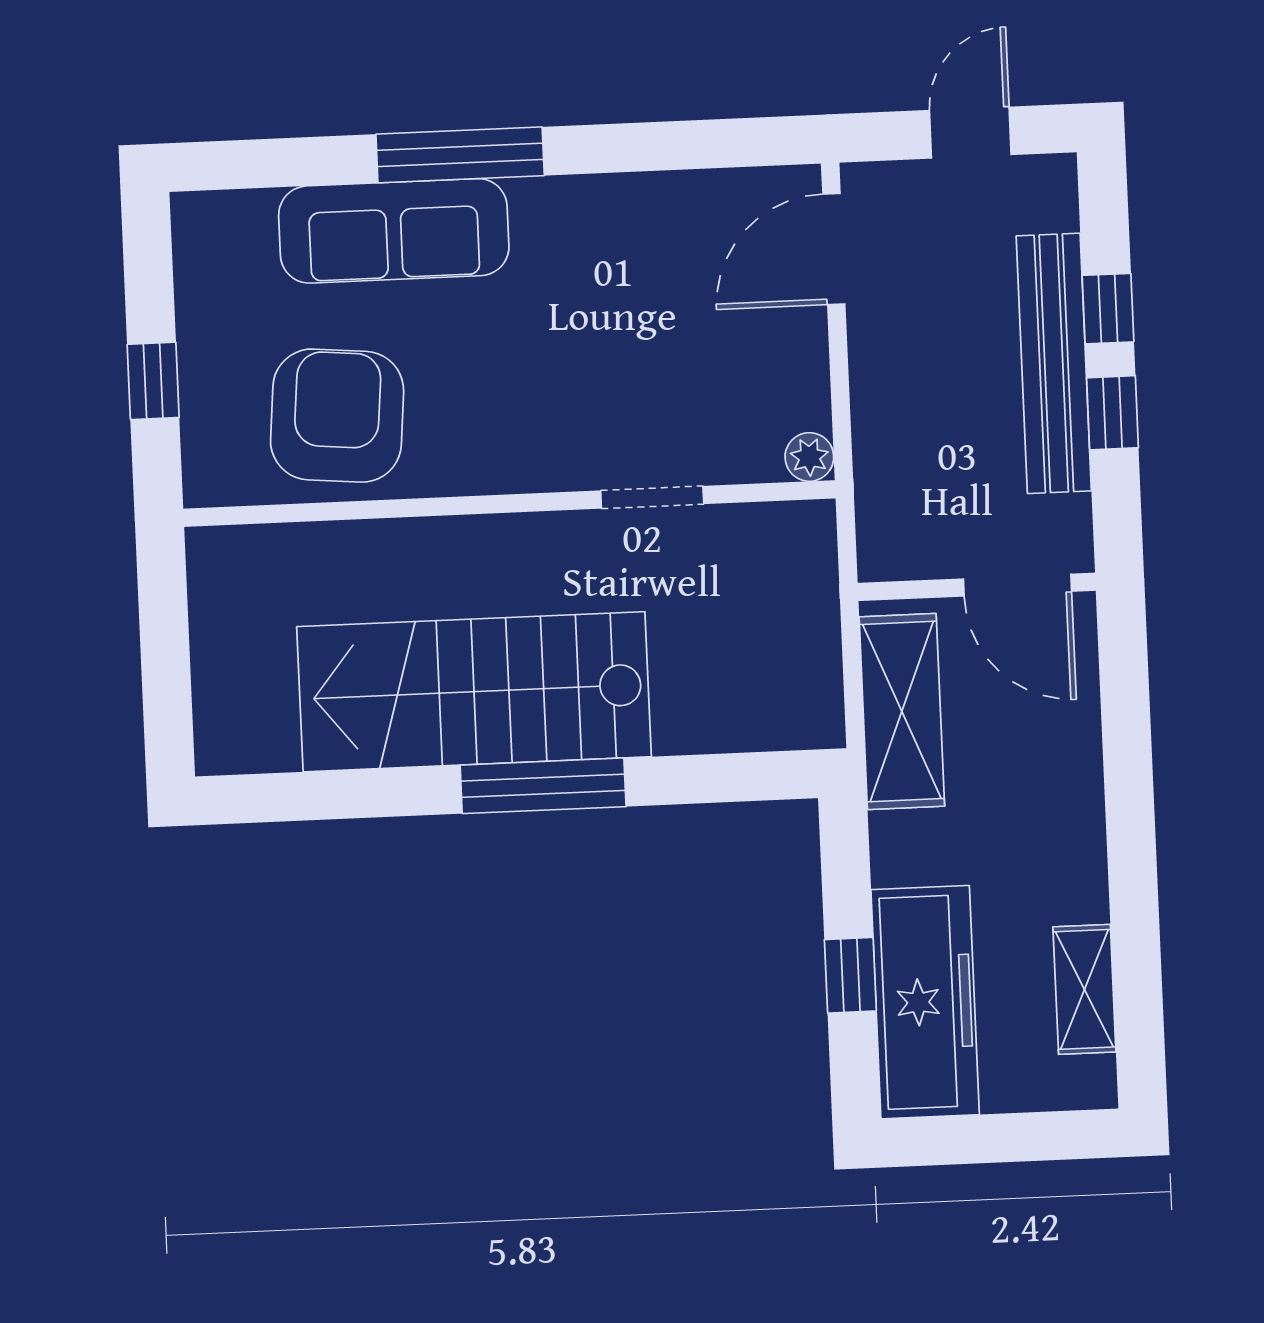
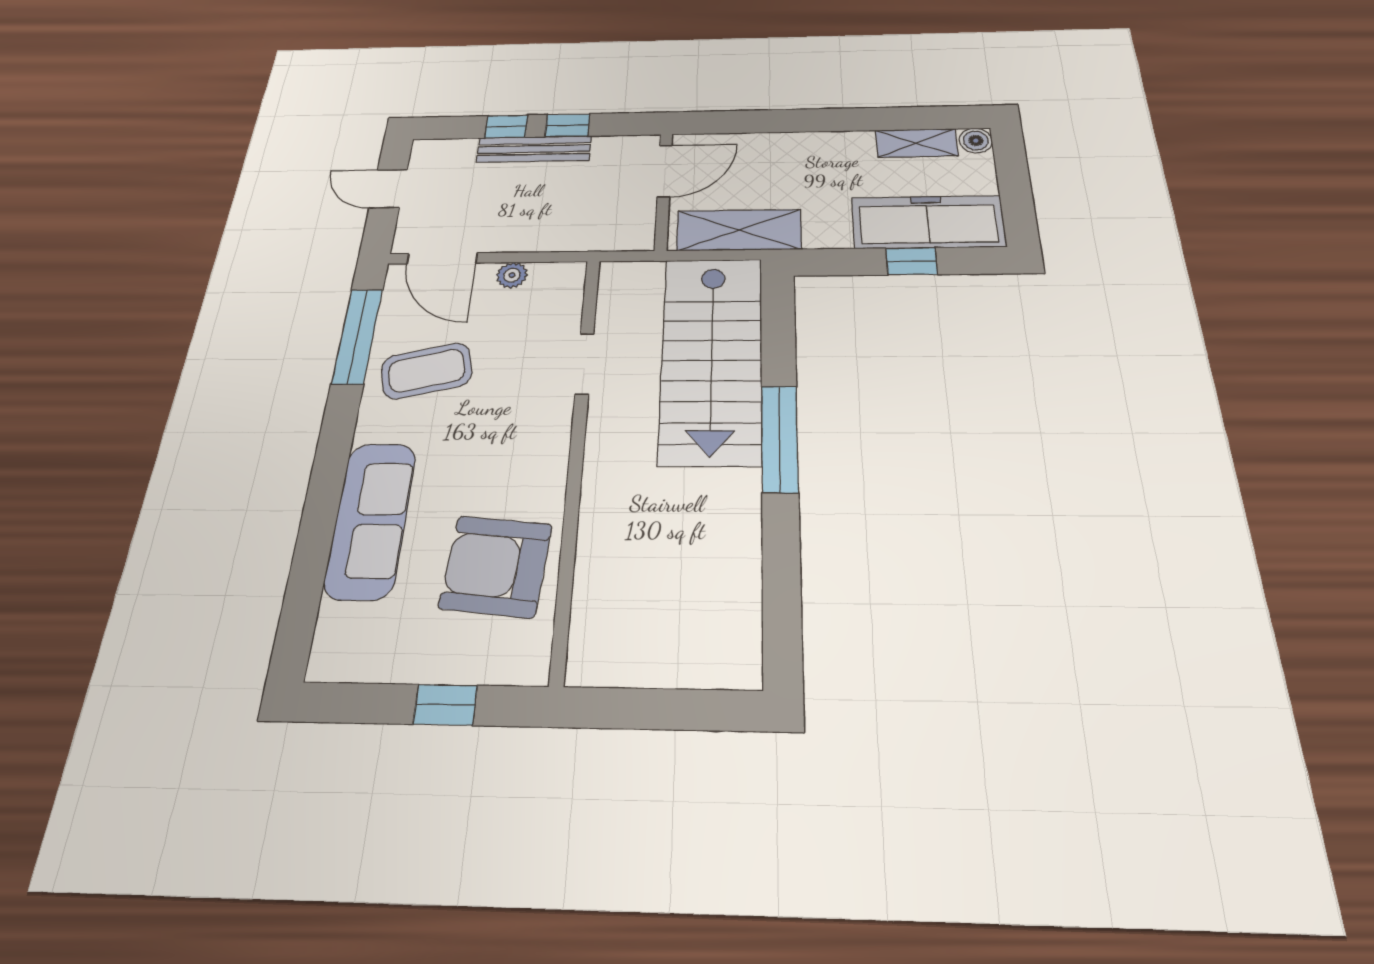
window: (460, 155) -> (357, 336), moved
coffee table: (631, 263) -> (427, 371), added
bench: (1054, 363) -> (534, 149), width x0.73, depth x0.82
plant: (809, 457) -> (512, 275), moved
stairs: (474, 692) -> (712, 358), moved
boiler: (1092, 1084) -> (976, 140), added

